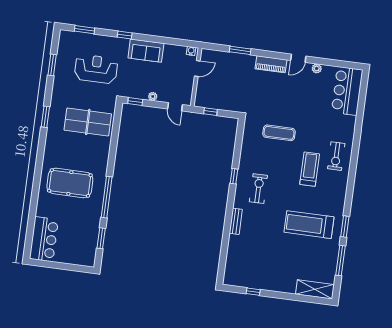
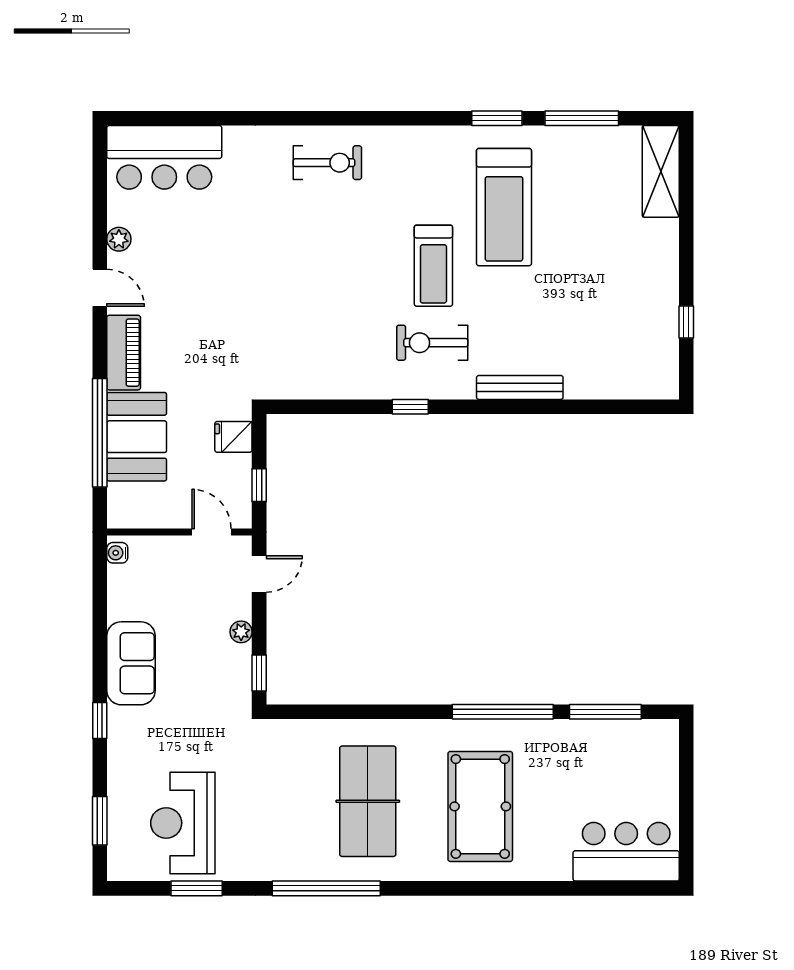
window: (240, 50) -> (100, 433), width x2.11
booth: (237, 65) -> (137, 437), added
door: (197, 68) -> (211, 532), moved
reception desk: (96, 69) -> (183, 823), moved
fridge: (231, 104) -> (233, 437), added
window: (45, 117) -> (326, 888), width x2.11
table tennis table: (88, 122) -> (368, 801), moved
exercise mat: (279, 133) -> (289, 311), removed
treadmill: (310, 169) -> (433, 266), moved, turned -90
bench: (236, 221) -> (520, 387), width x1.36
window: (101, 238) -> (605, 712), width x1.44

